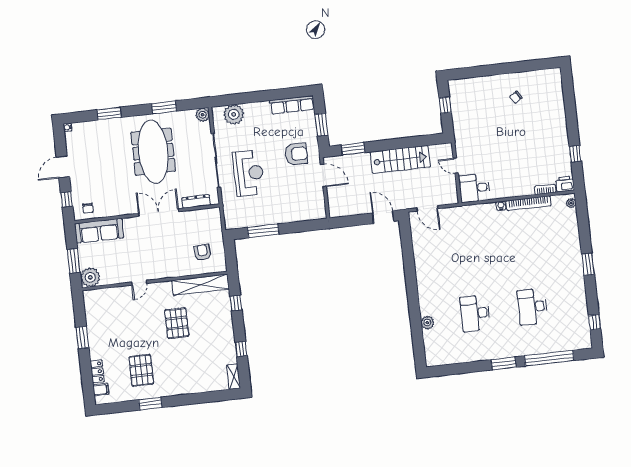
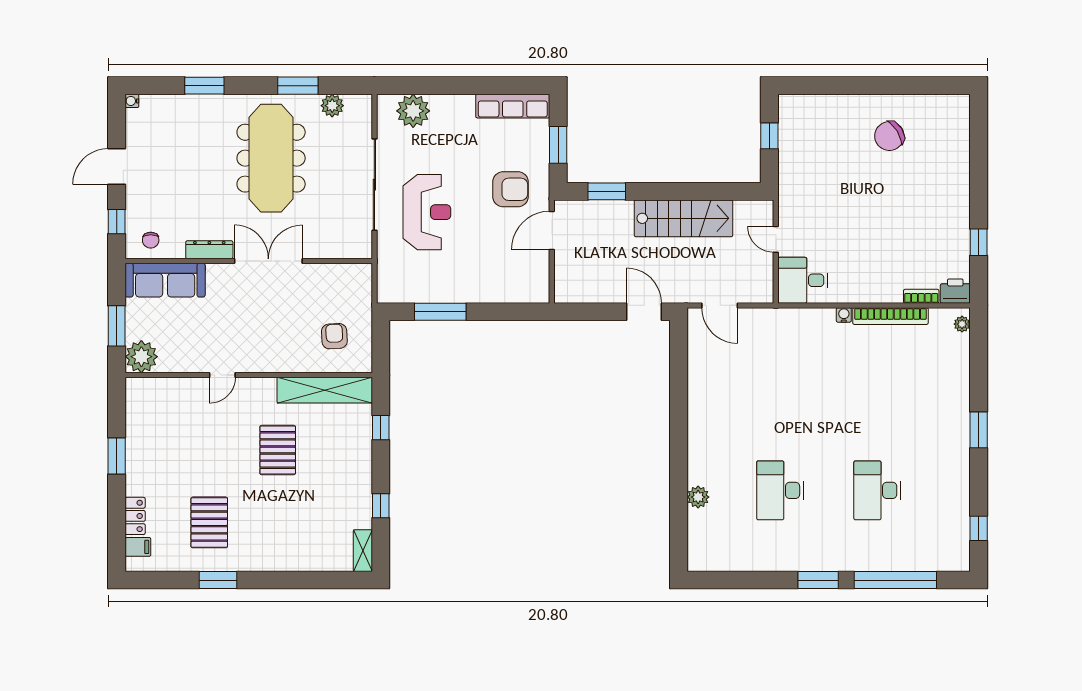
chair: (516, 97) -> (889, 136), width x1.87, depth x1.87
plant: (203, 115) -> (332, 106), moved
door: (323, 175) -> (552, 230), swing flipped
dresser: (196, 201) -> (209, 250), moved

